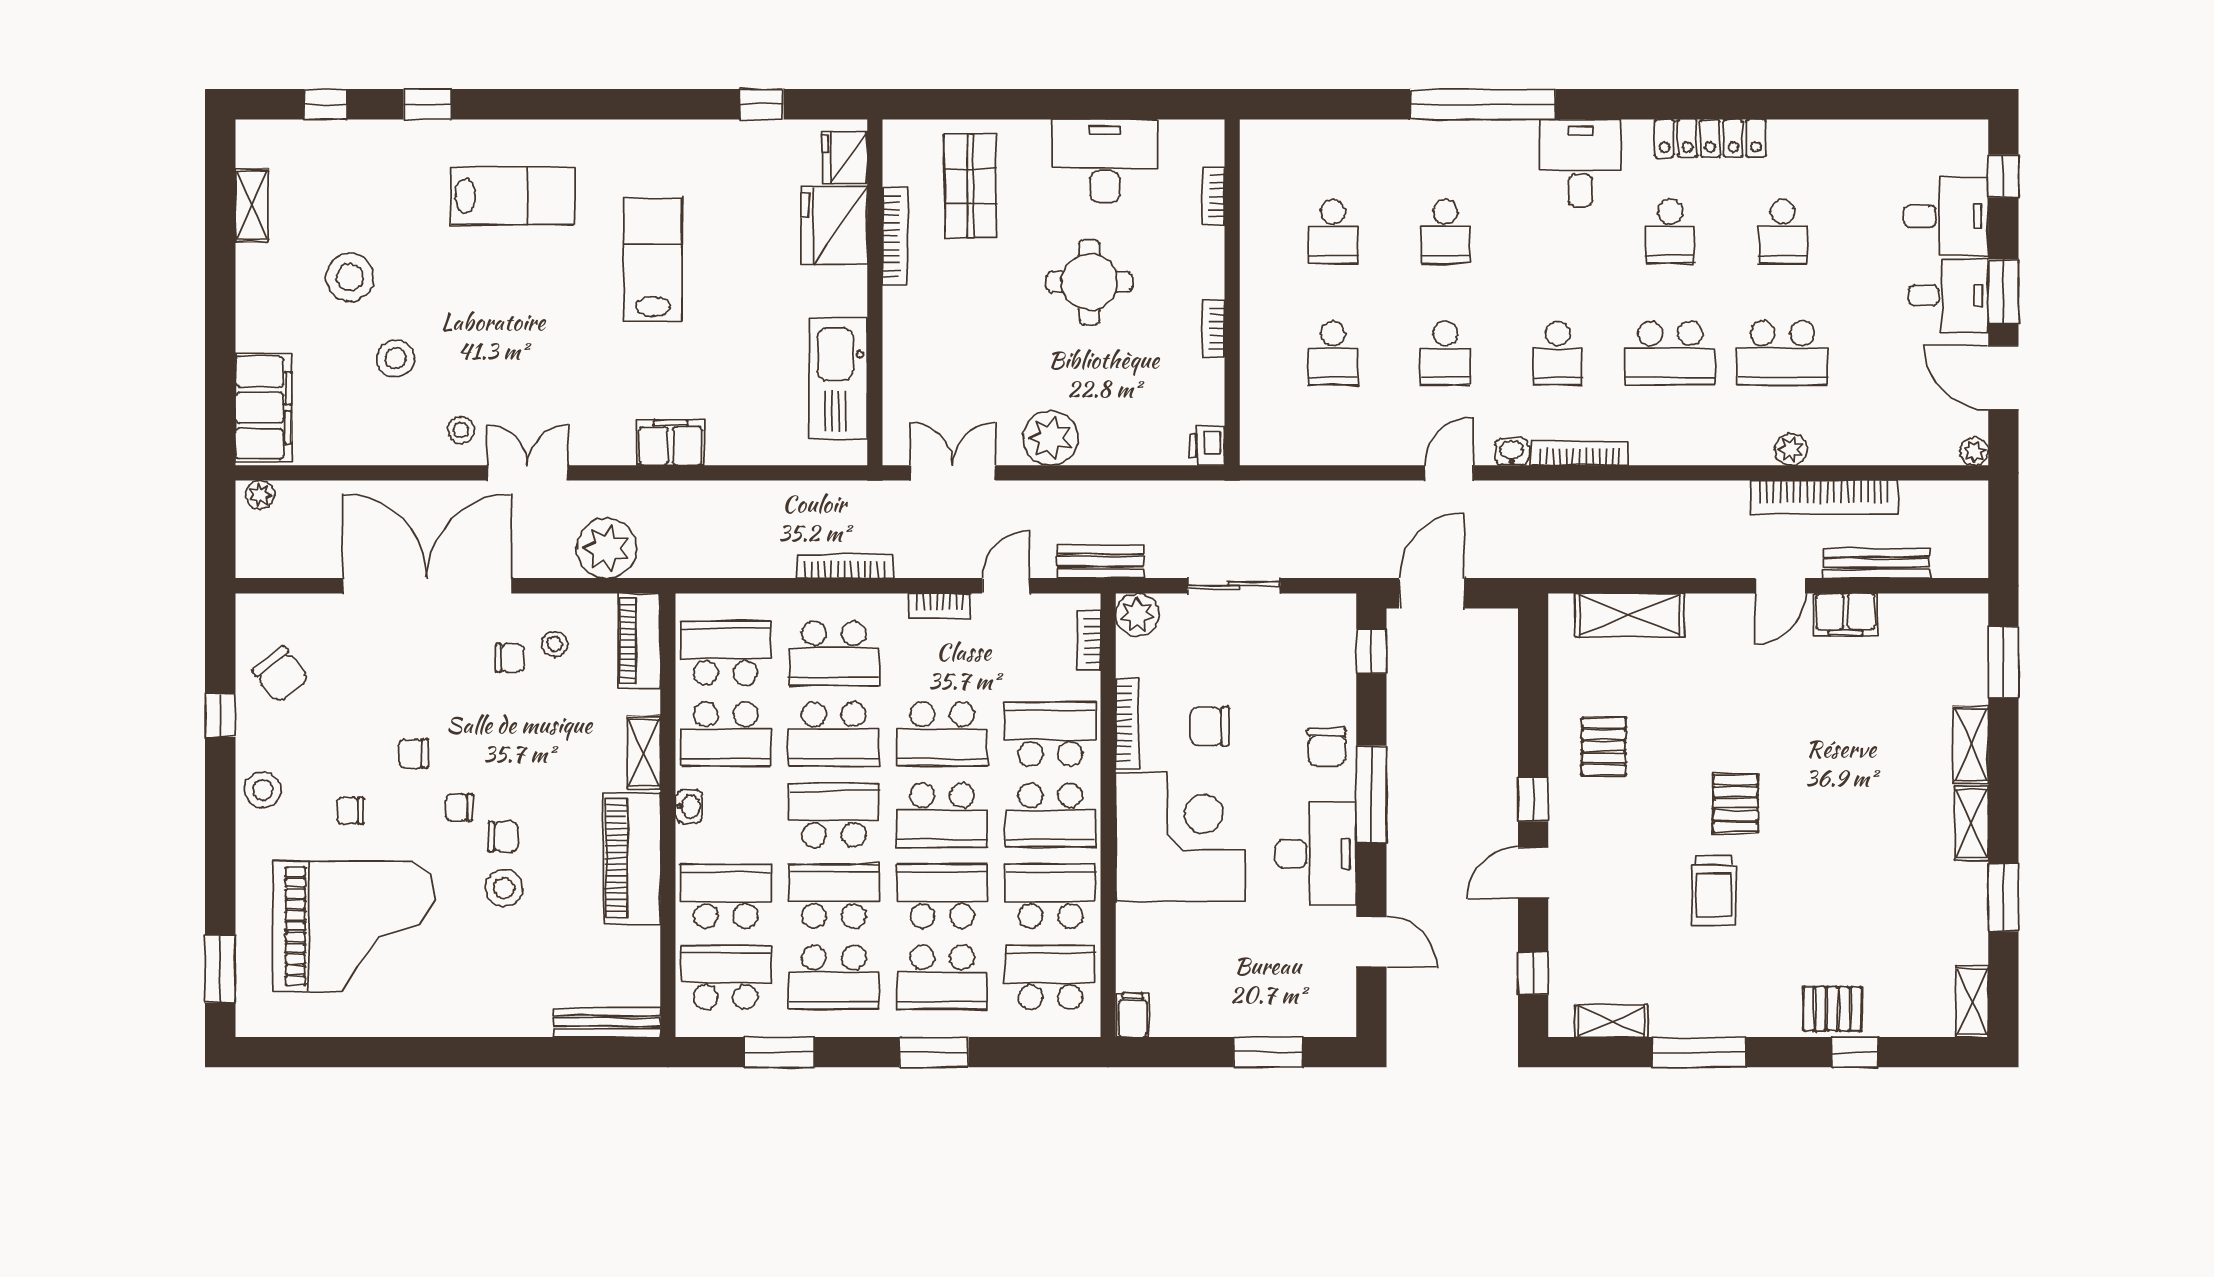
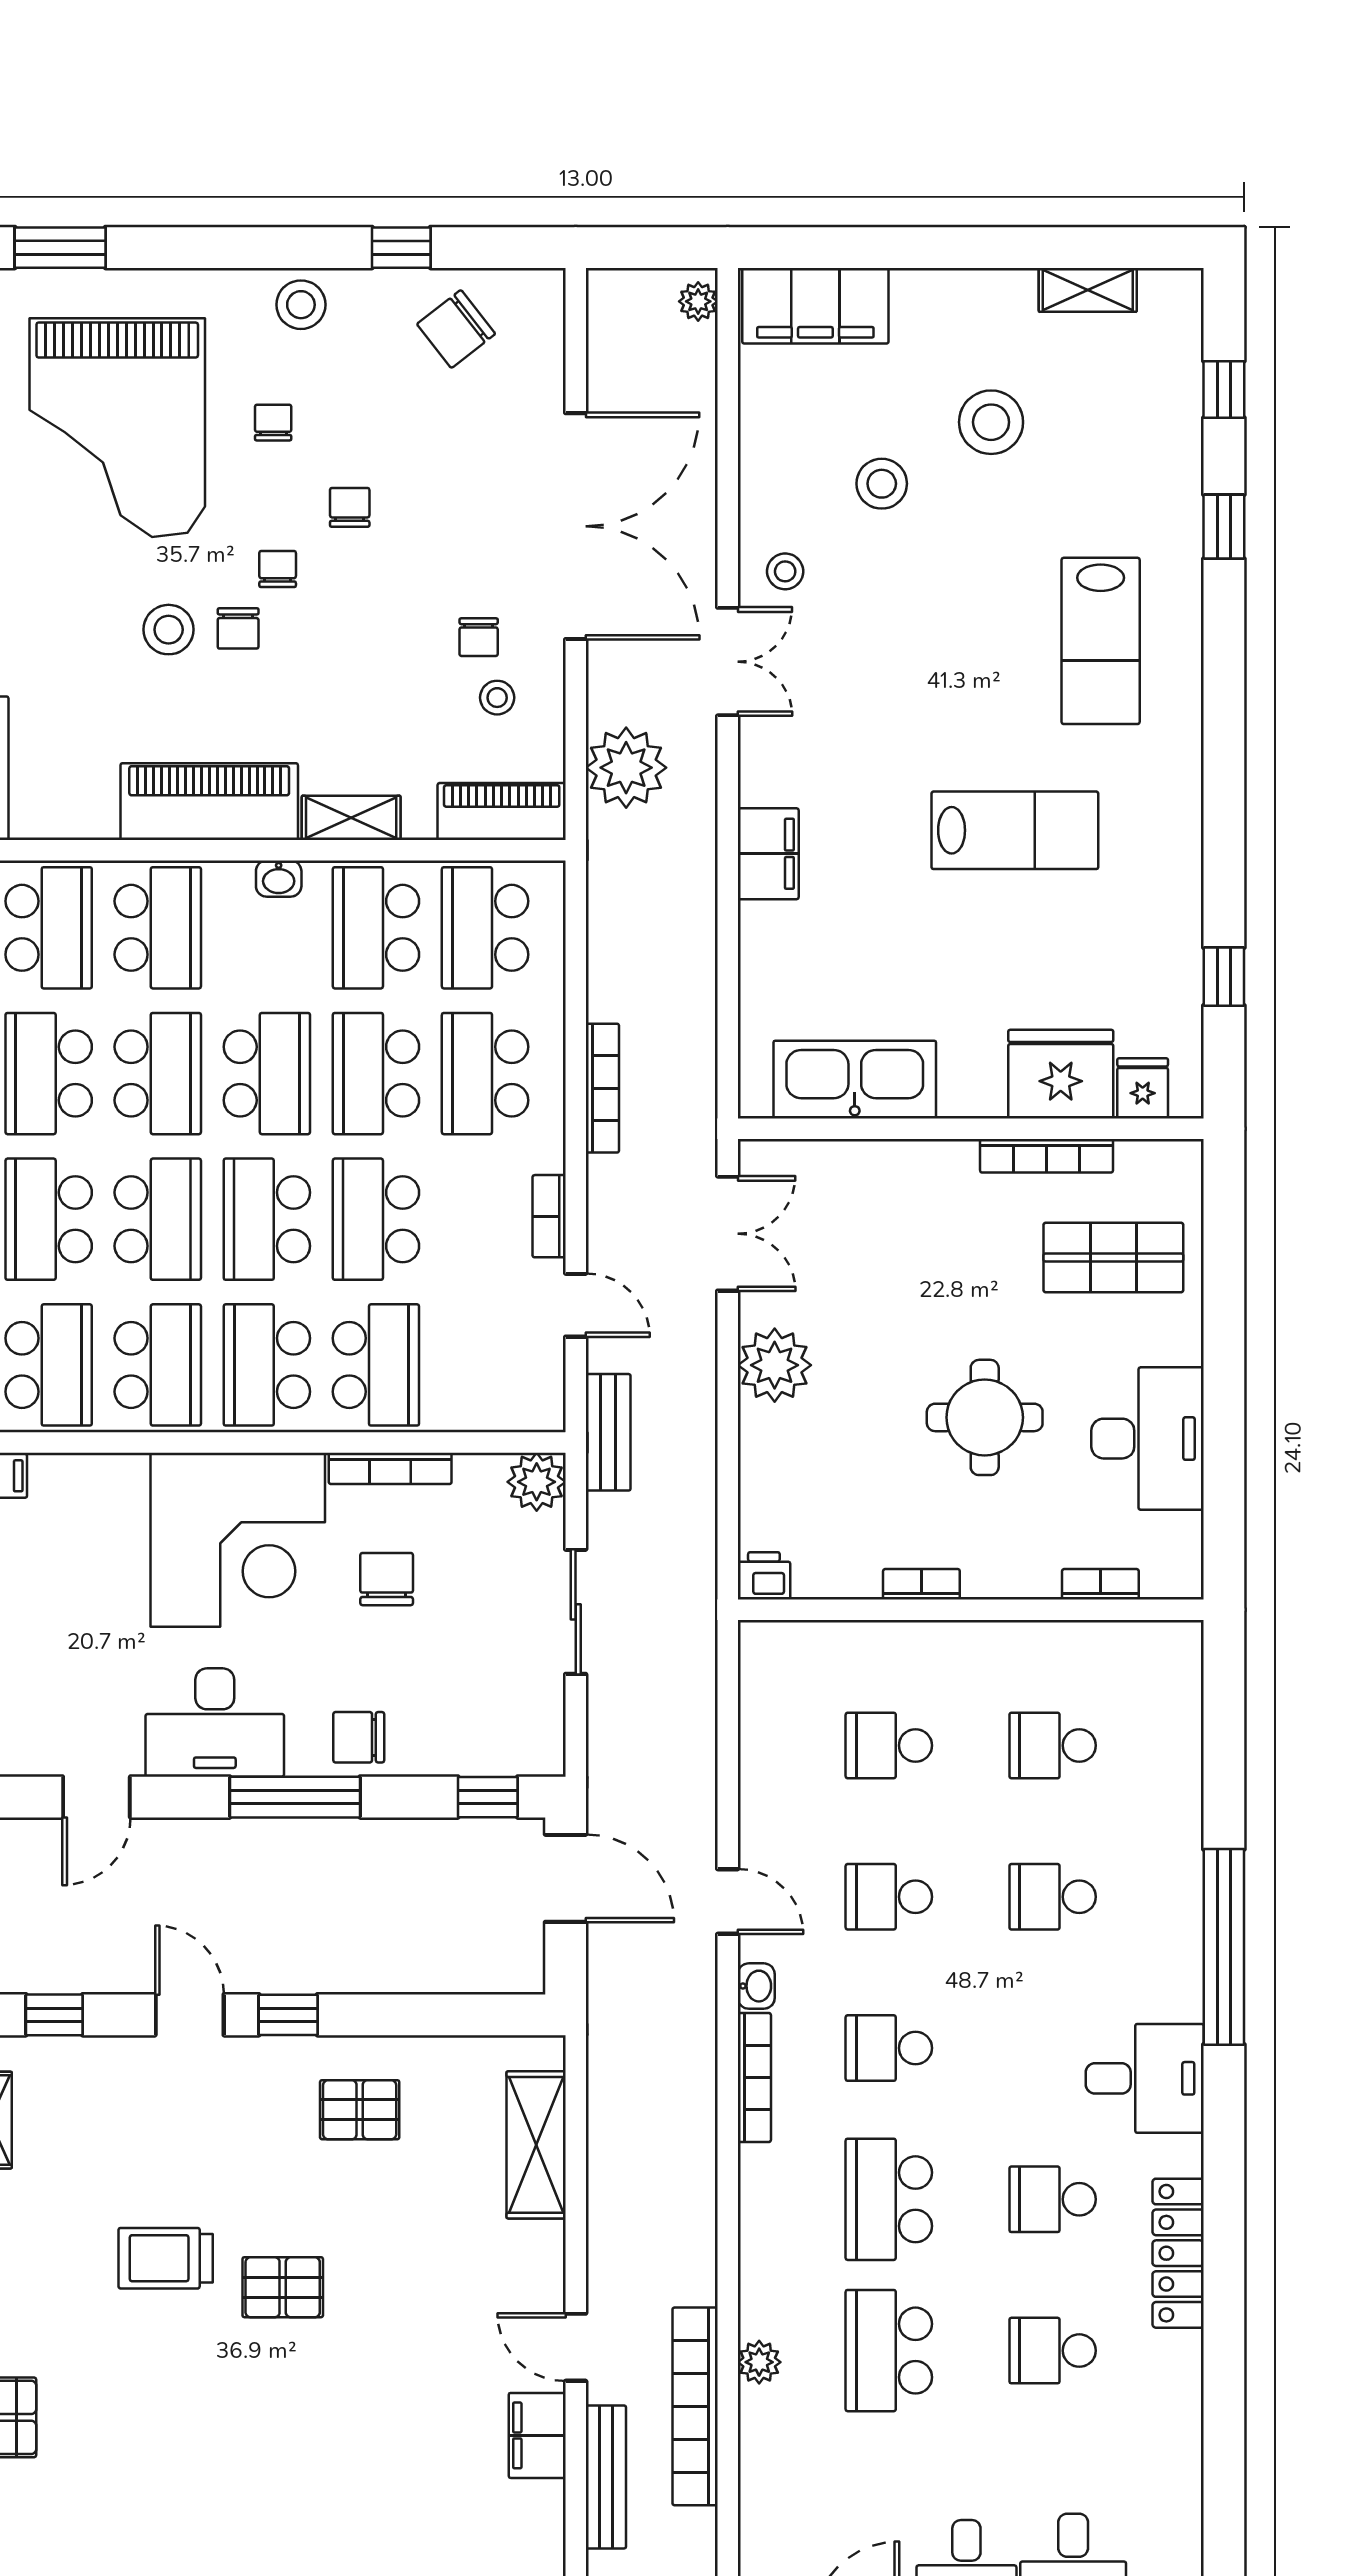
fridge: (845, 157) -> (1143, 1088), width x0.72
bookcase: (1089, 641) -> (502, 1417), removed
school desk: (726, 653) -> (485, 928), turned 180

